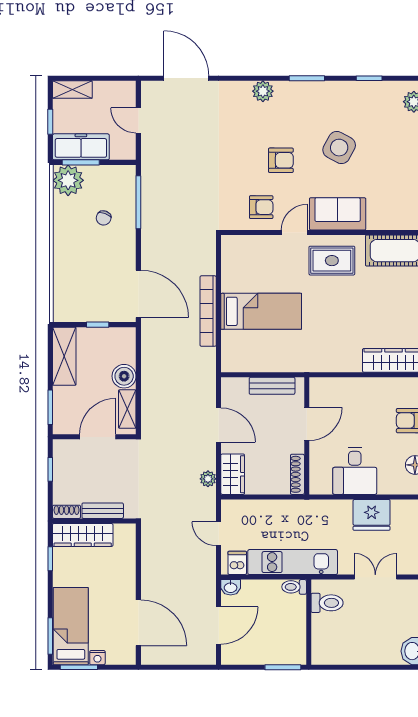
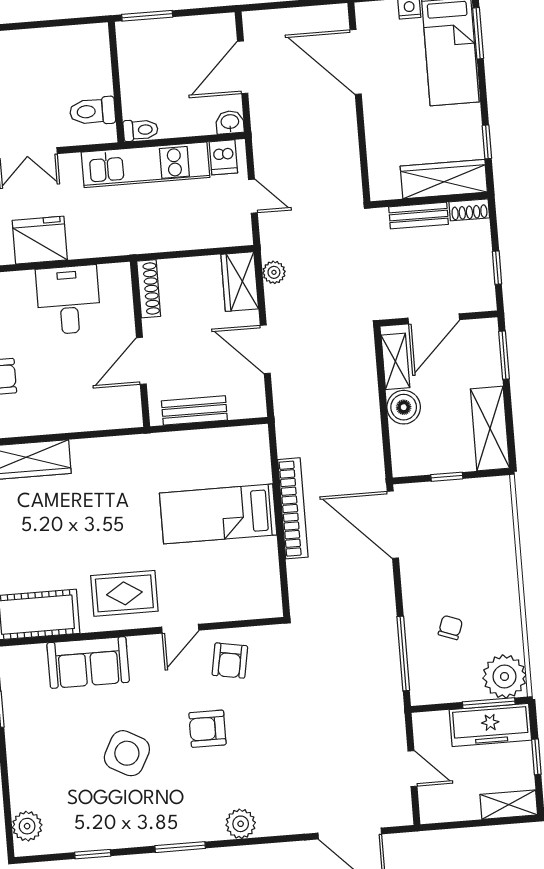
armchair: (261, 207) -> (230, 661), turned -80
sofa: (338, 214) -> (88, 662), moved

